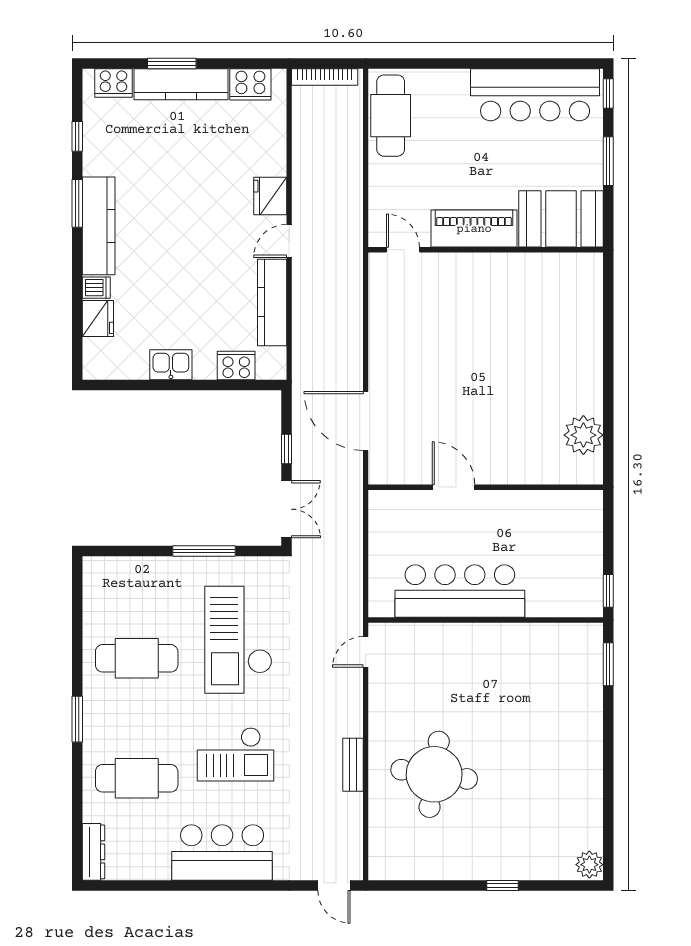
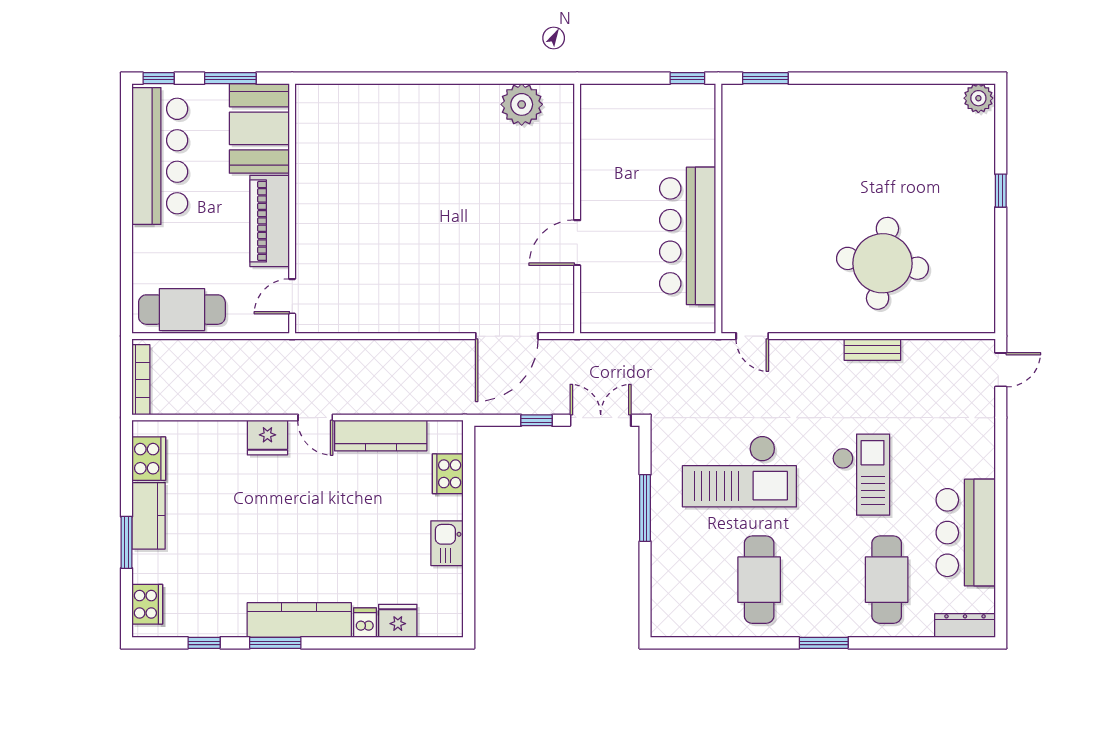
kitchen counter: (181, 84) -> (149, 516), width x0.67
booth: (561, 219) -> (259, 128), moved
piano: (474, 229) -> (270, 221), moved
door: (403, 250) -> (292, 296), moved
wall: (486, 250) -> (292, 208), moved
bar counter: (222, 853) -> (966, 533), moved

